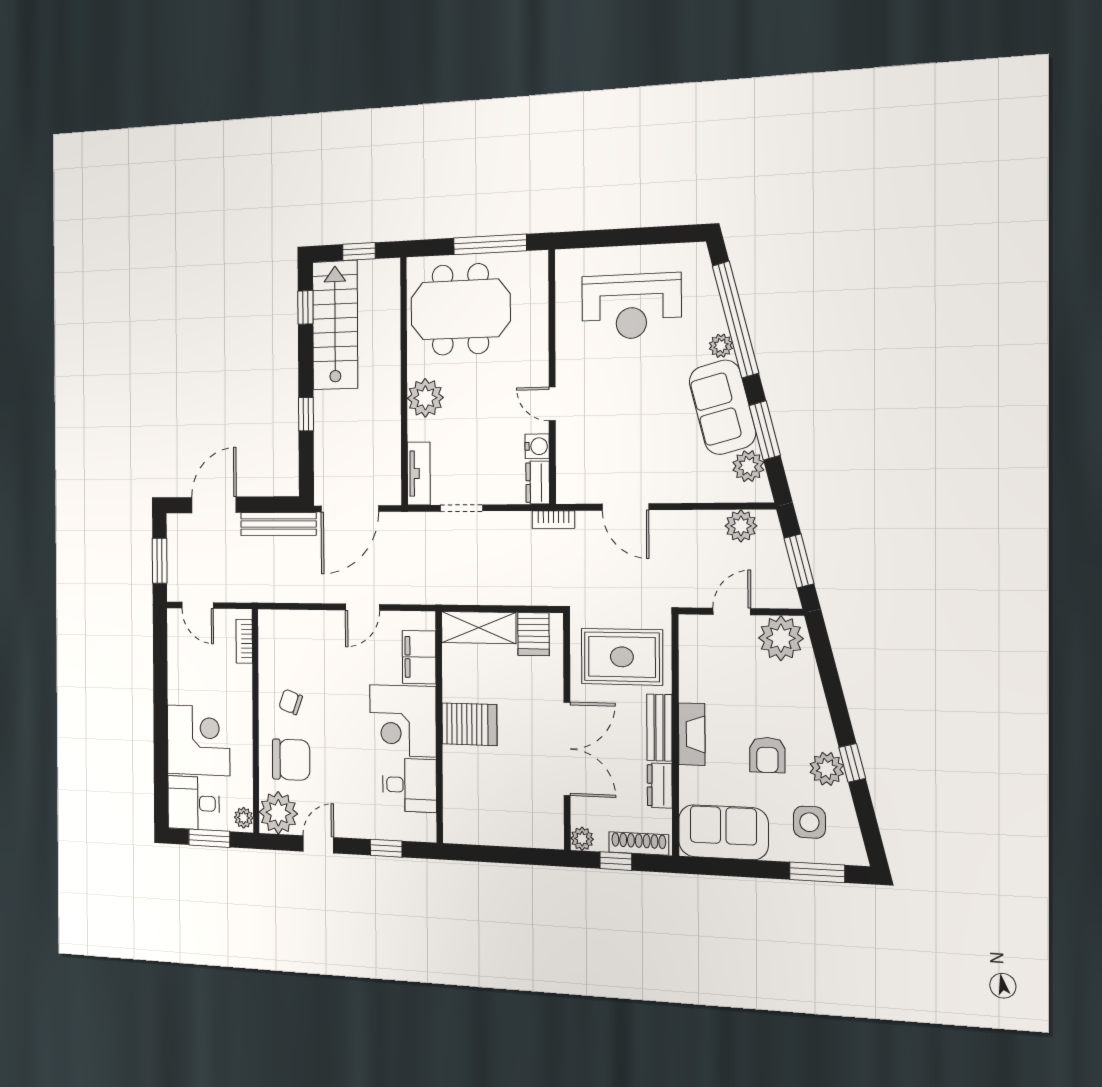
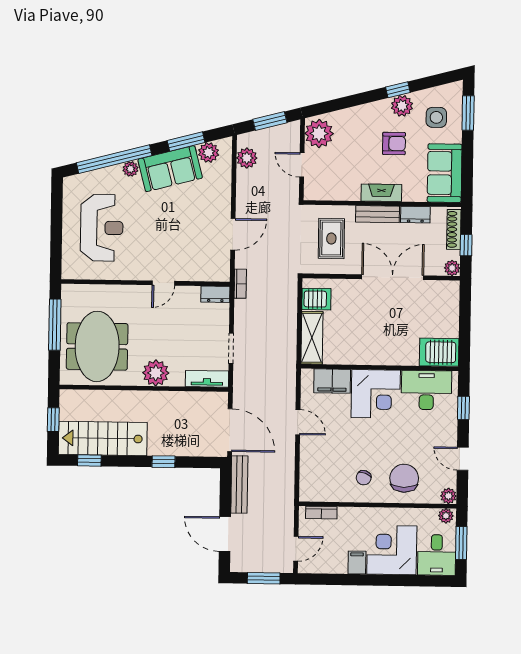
water cooler: (537, 446) -> (191, 294), removed
rug: (622, 657) -> (331, 239), width x0.73, depth x0.70
filing cabinet: (182, 691) -> (357, 562), added
server rack: (469, 724) -> (439, 352), moved, turned -90
desk: (409, 785) -> (426, 390), width x1.37
plant: (278, 813) -> (448, 496), width x0.53, depth x0.53

